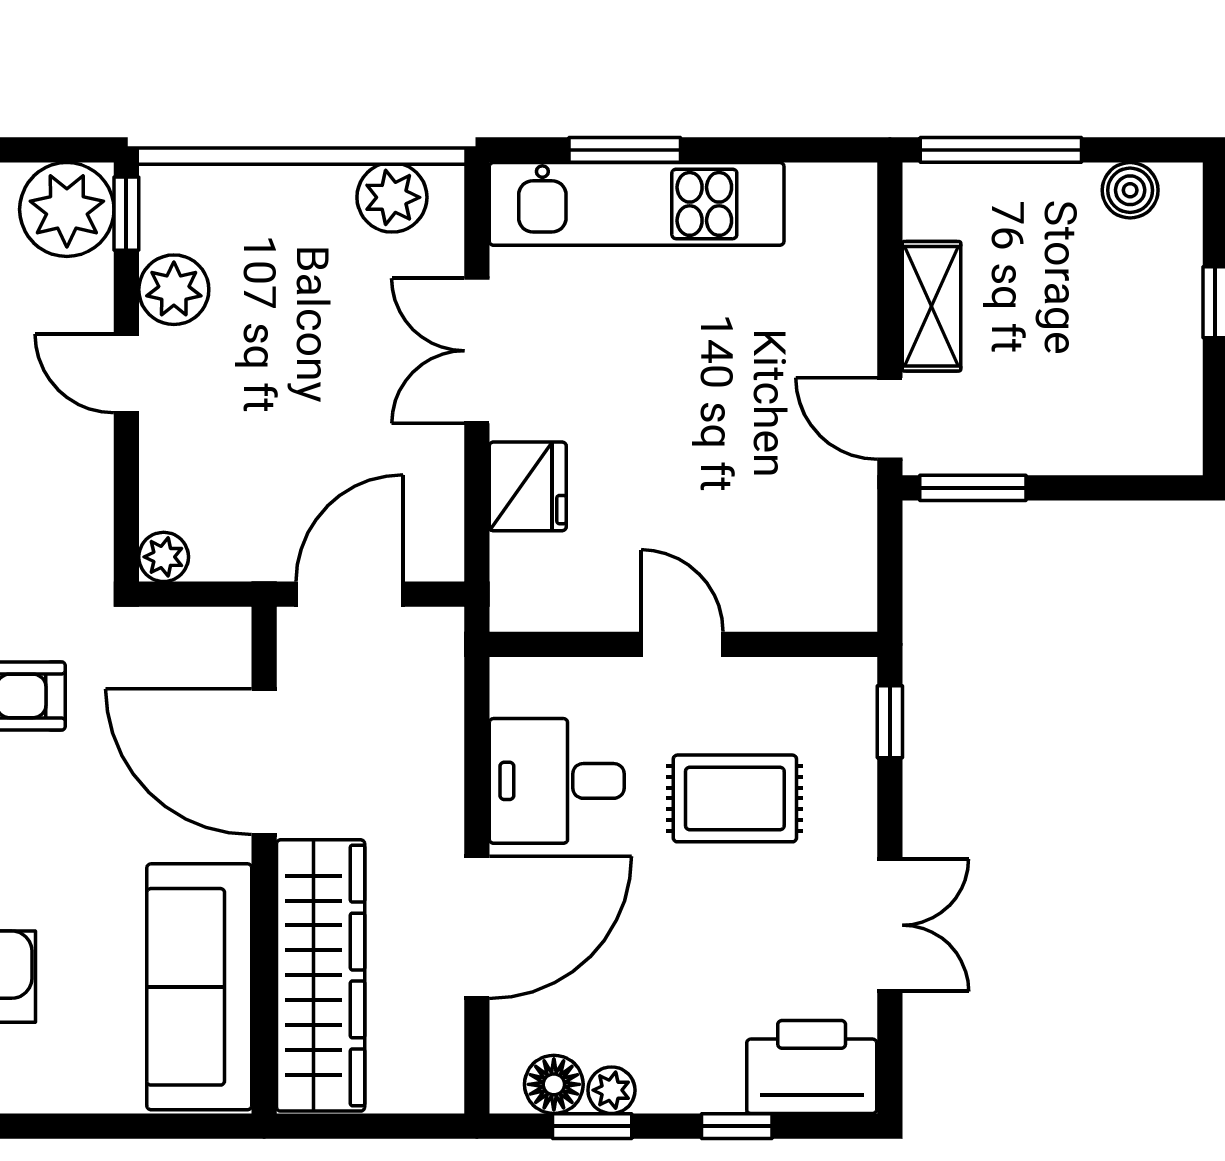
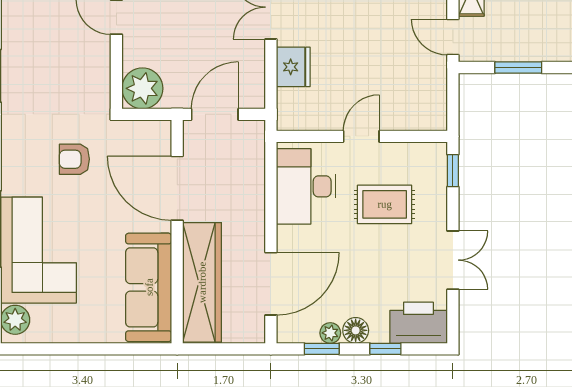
window: (973, 488) -> (518, 68), moved
plant: (164, 557) -> (142, 88), width x1.88, depth x1.88
door: (682, 644) -> (361, 136), hinge flipped
desk: (557, 781) -> (306, 186), width x1.37
door: (477, 927) -> (271, 284), moved
floor lamp: (554, 1084) -> (356, 330), moved

